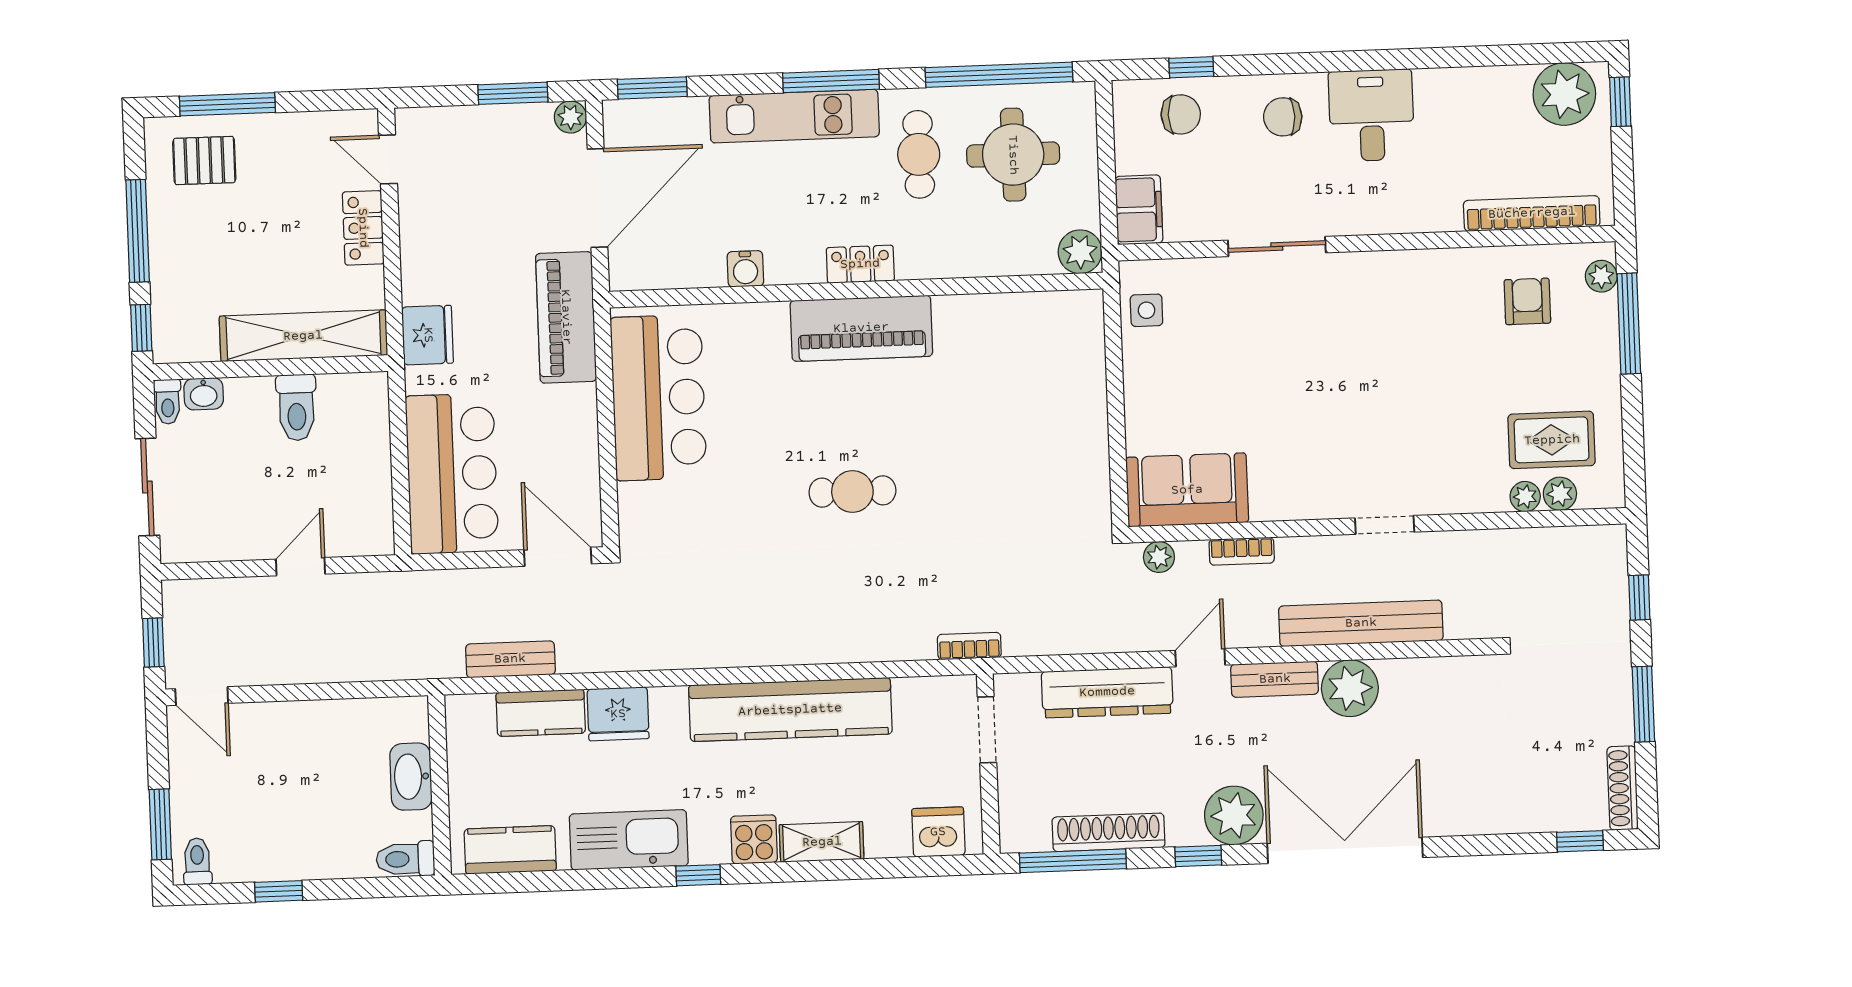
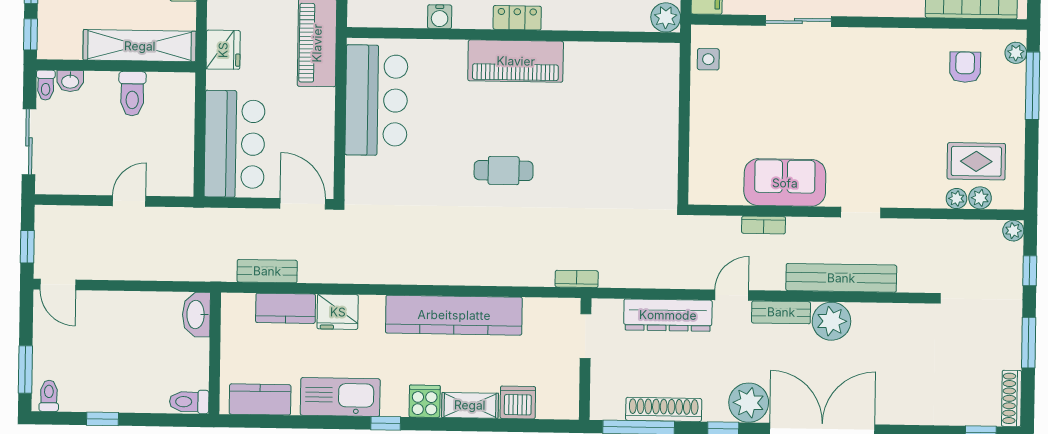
sofa: (1187, 490) -> (785, 183), moved
plant: (1159, 557) -> (1013, 231), moved
washbasin: (411, 777) -> (196, 315), moved
dishwasher: (938, 832) -> (518, 402), moved

